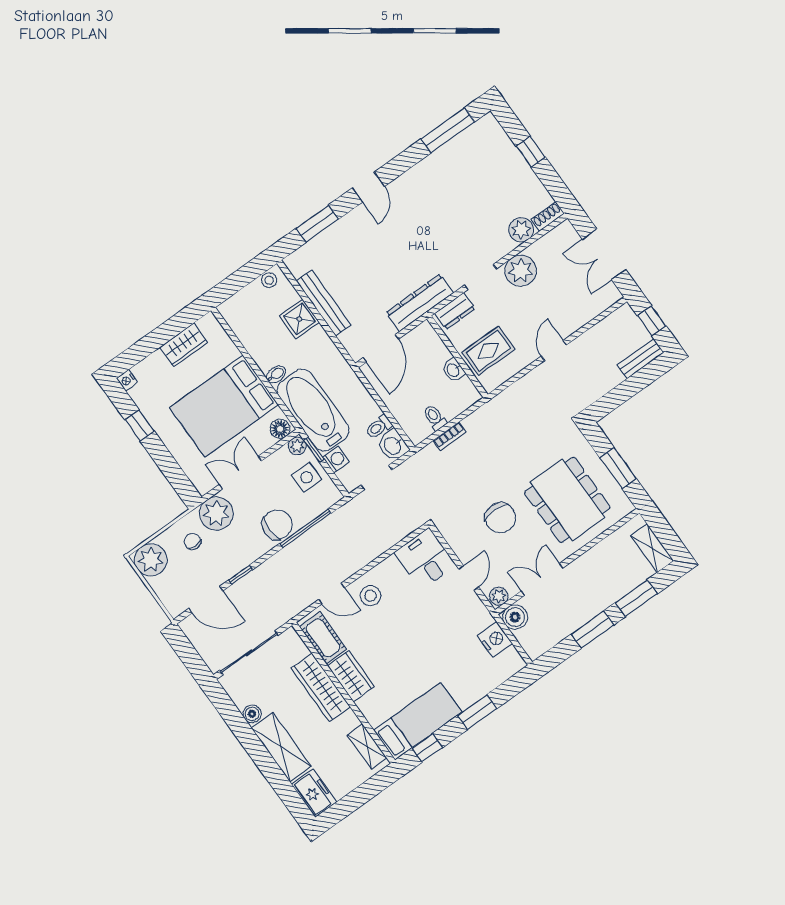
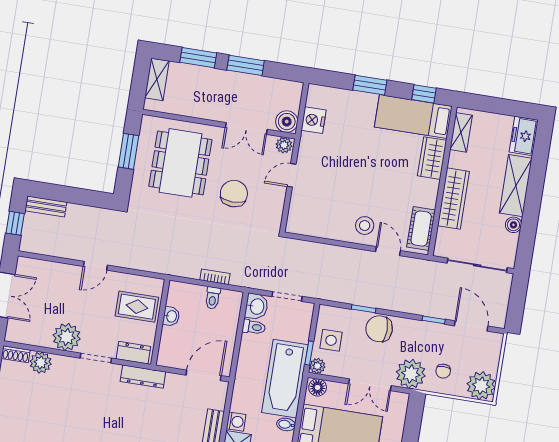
dresser: (420, 303) -> (143, 377), width x0.73, depth x0.80
washing machine: (336, 459) -> (236, 422), moved, turned 180
window: (305, 528) -> (364, 309), width x0.46
desk: (425, 559) -> (307, 215), removed
wardrobe: (351, 676) -> (432, 158), moved

